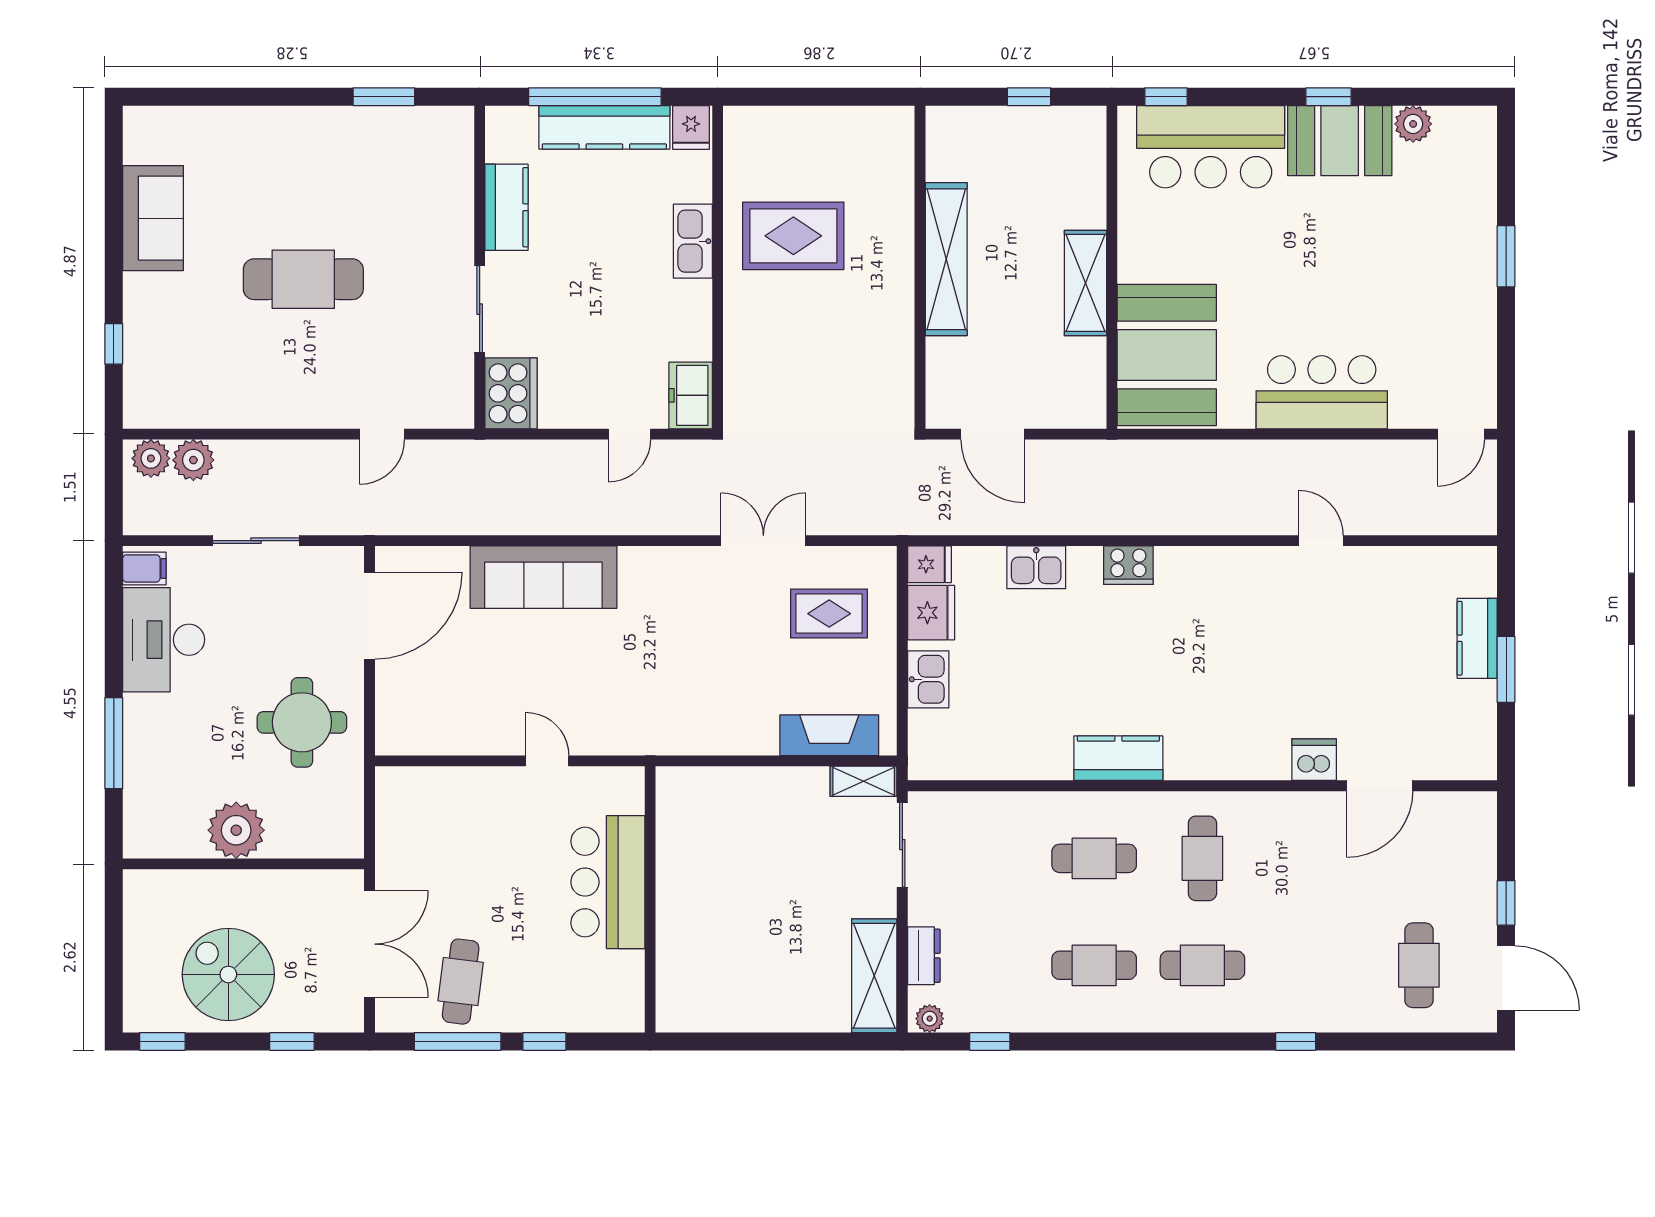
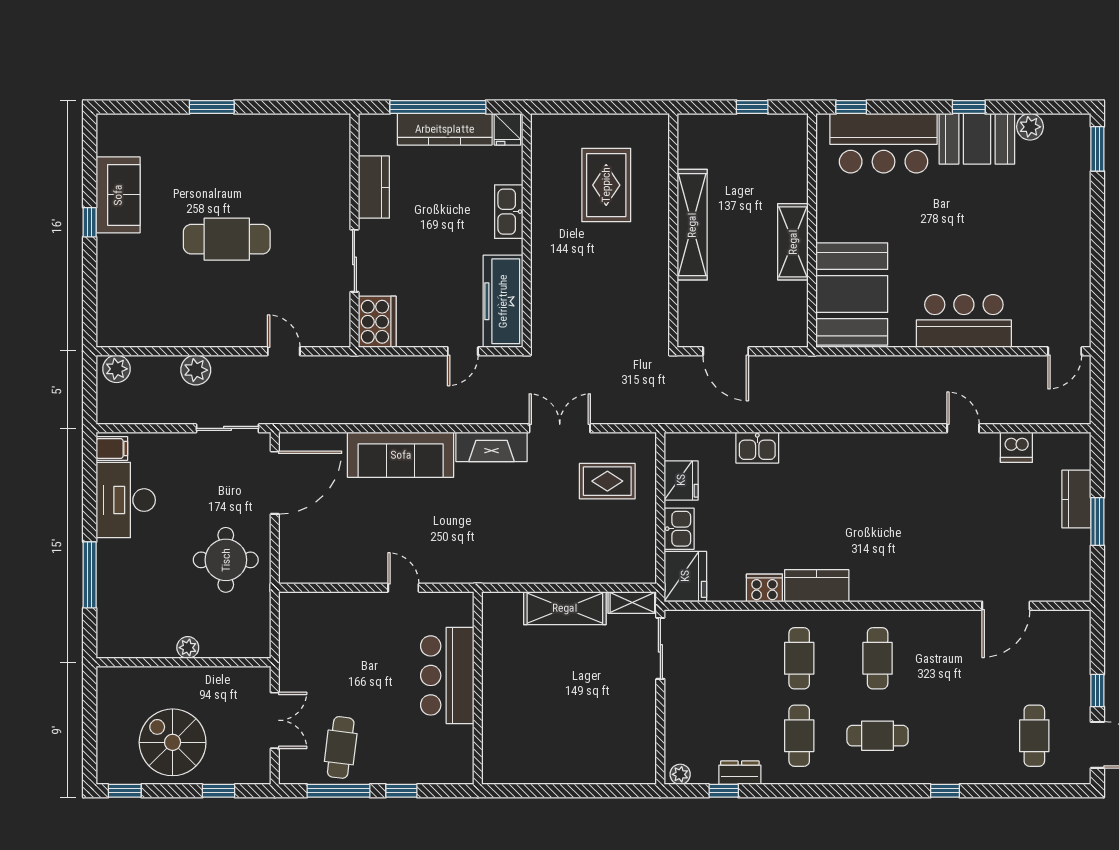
window: (384, 97) -> (212, 107), moved
rug: (793, 236) -> (606, 185), moved, turned 90
window: (1506, 256) -> (1097, 149), moved
window: (114, 344) -> (90, 222), moved
freezer: (691, 395) -> (503, 301), width x1.91, depth x1.26
door: (382, 434) -> (284, 351), swing flipped
plant: (193, 460) -> (196, 370), moved
sliding door: (256, 541) -> (228, 428), moved
fridge: (929, 564) -> (685, 576), moved, width x1.88, depth x1.34
cooker: (1128, 565) -> (764, 588), moved, turned 180
fireplace: (829, 735) -> (491, 447), moved, turned 180
dishwasher: (1314, 760) -> (1016, 447), moved, turned 180
plant: (236, 830) -> (188, 648), width x0.53, depth x0.53
cafe table: (1094, 858) -> (799, 658), turned 90
double door: (370, 944) -> (275, 720), width x0.73
dresser: (924, 956) -> (740, 773), moved, turned -90
cafe table: (1094, 965) -> (799, 736), turned 90
shelving: (874, 976) -> (565, 608), moved, turned 90

